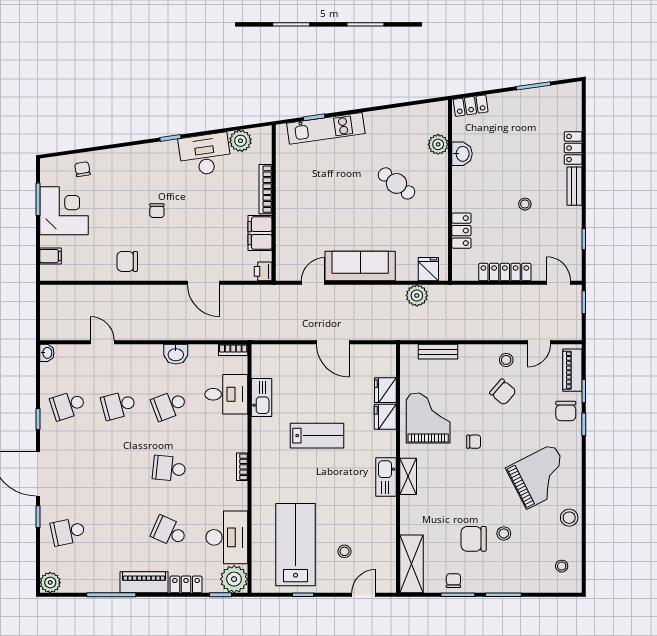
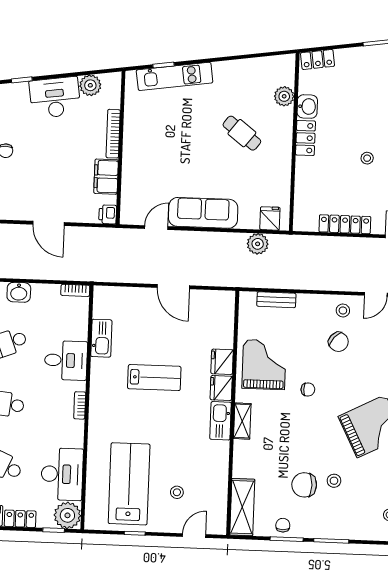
locker: (461, 231) -> (305, 138), moved
fridge: (385, 390) -> (221, 388), moved
desk: (226, 394) -> (66, 360), moved

